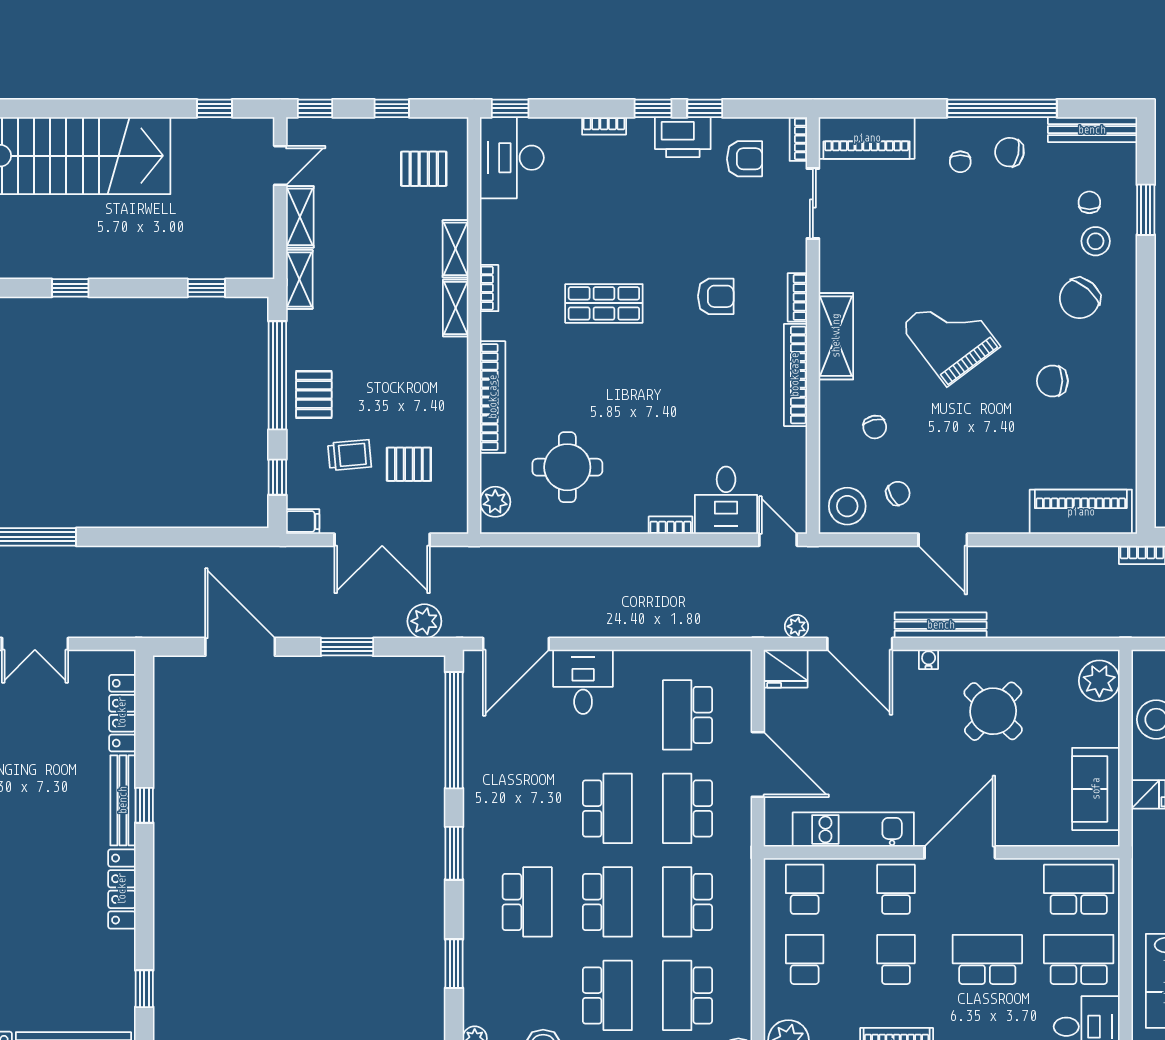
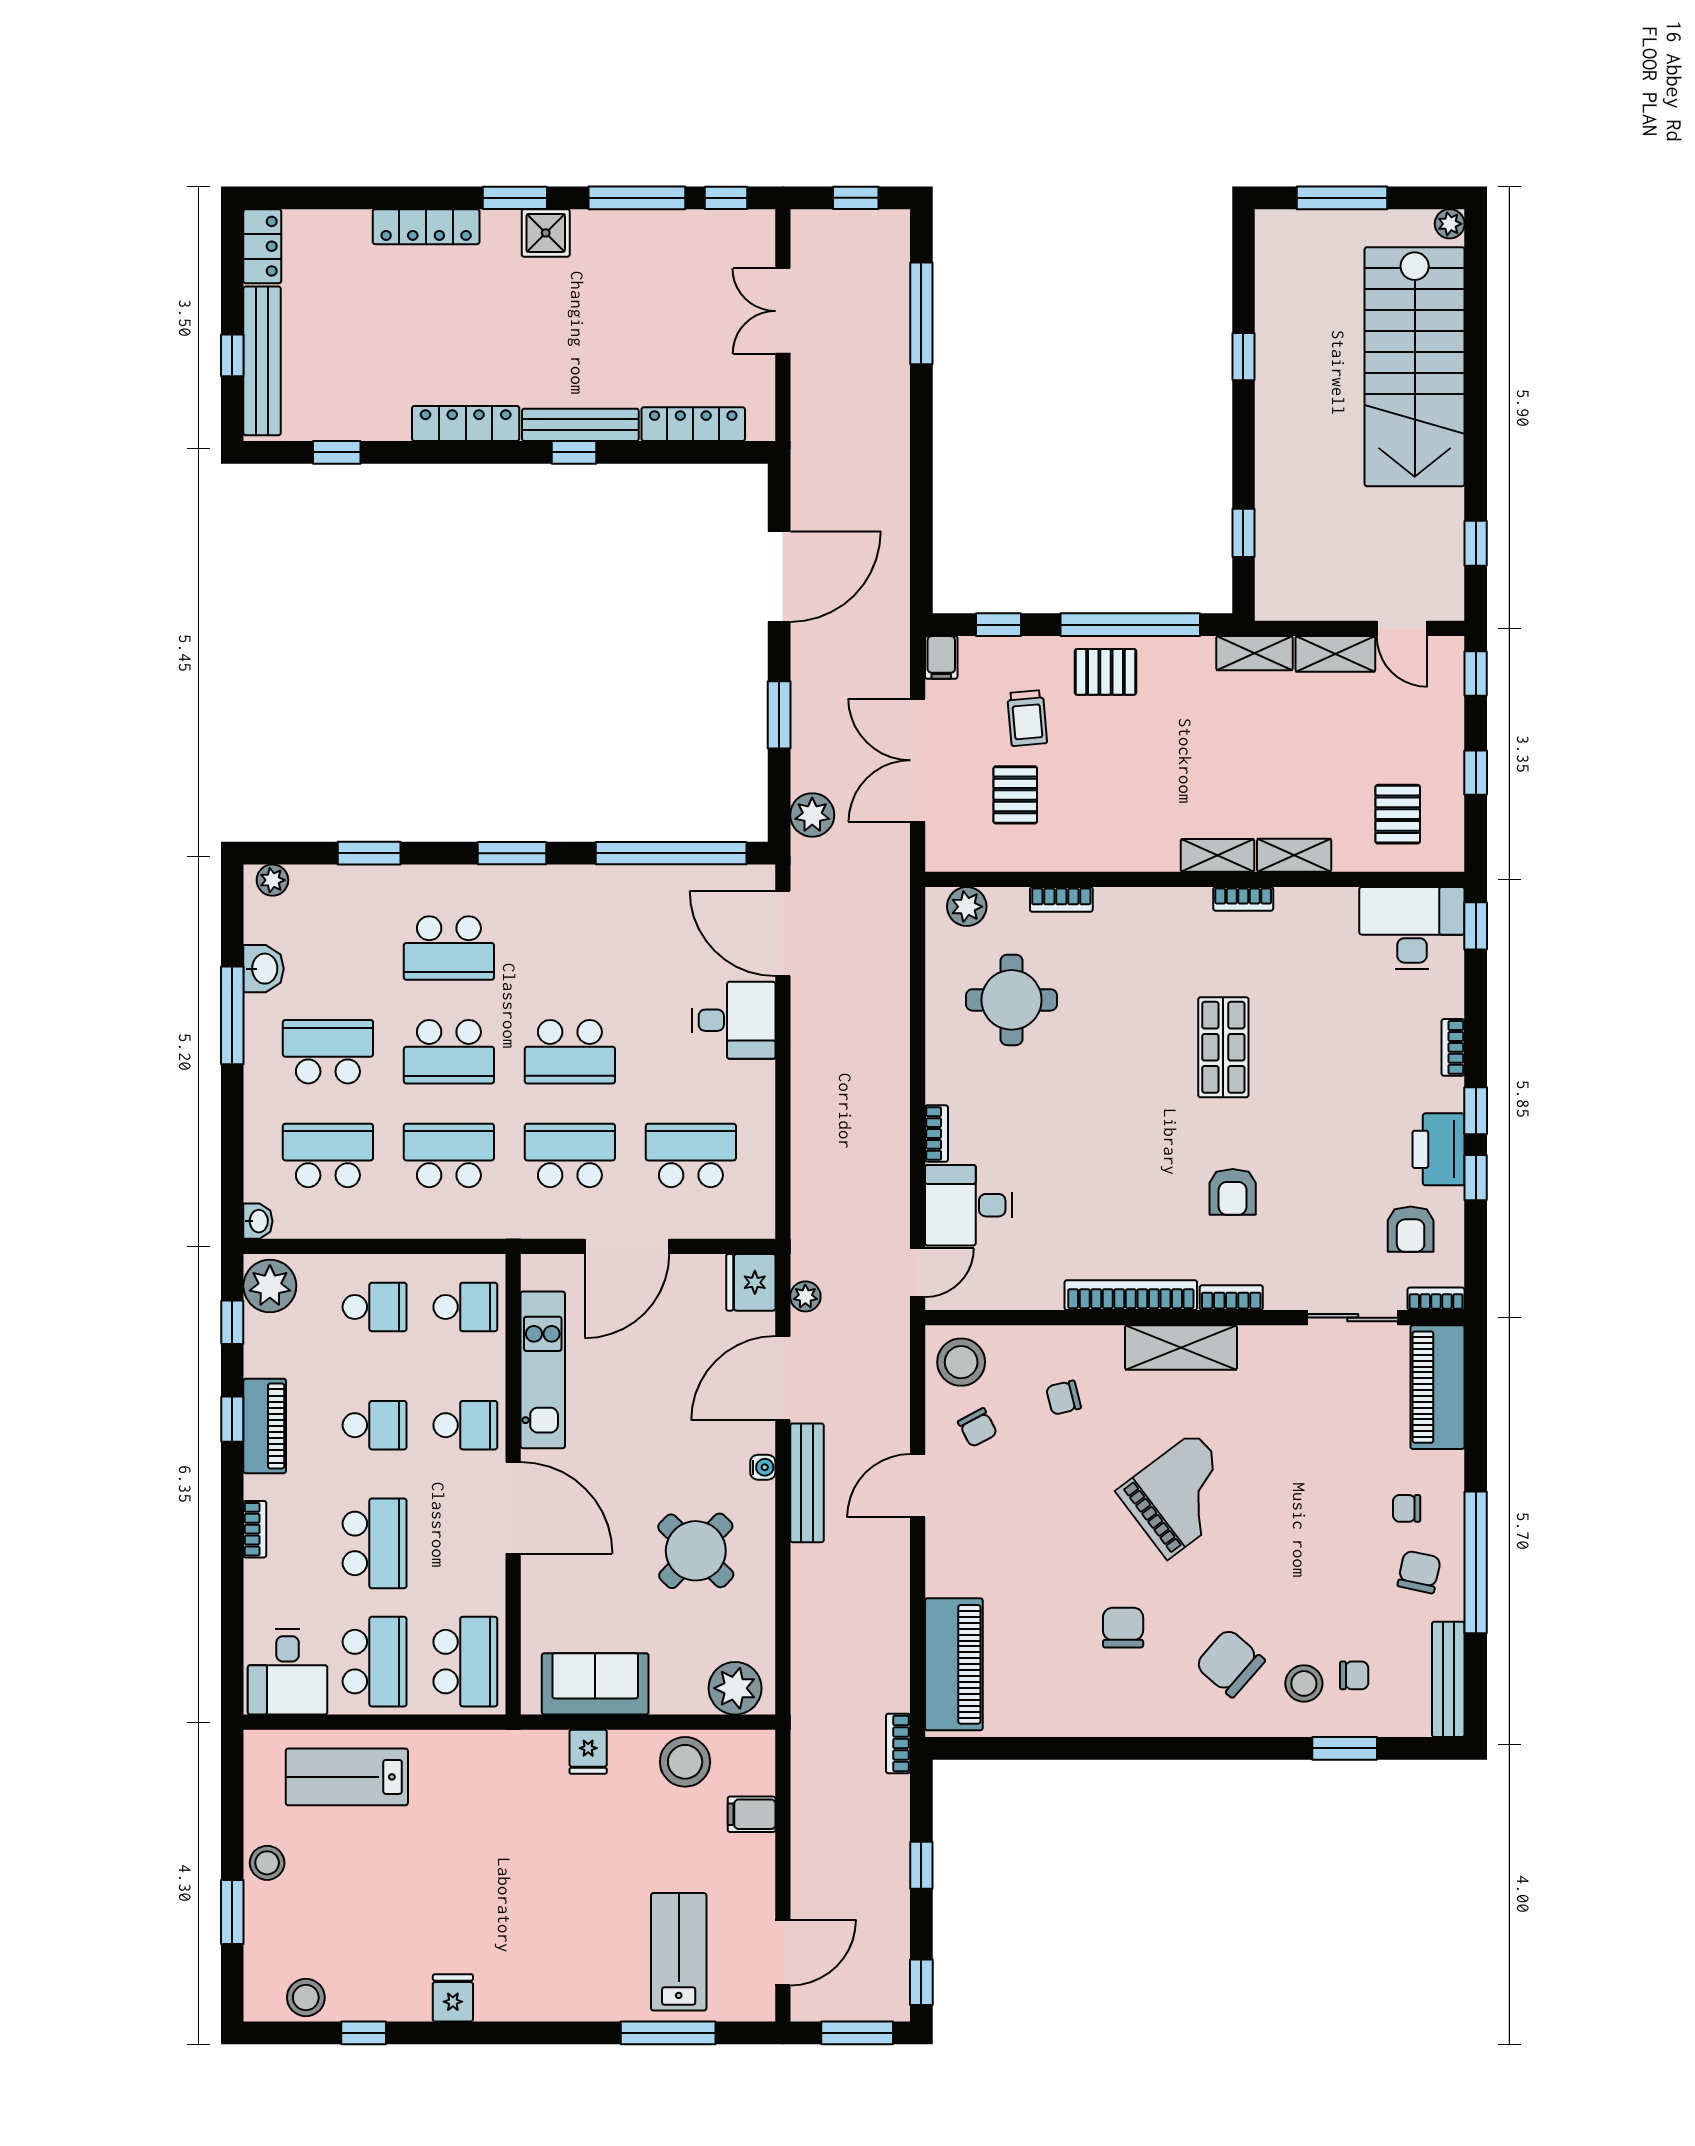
bookcase: (493, 397) -> (1061, 899), width x0.43, depth x0.76
school desk: (607, 995) -> (328, 1052), turned 180

